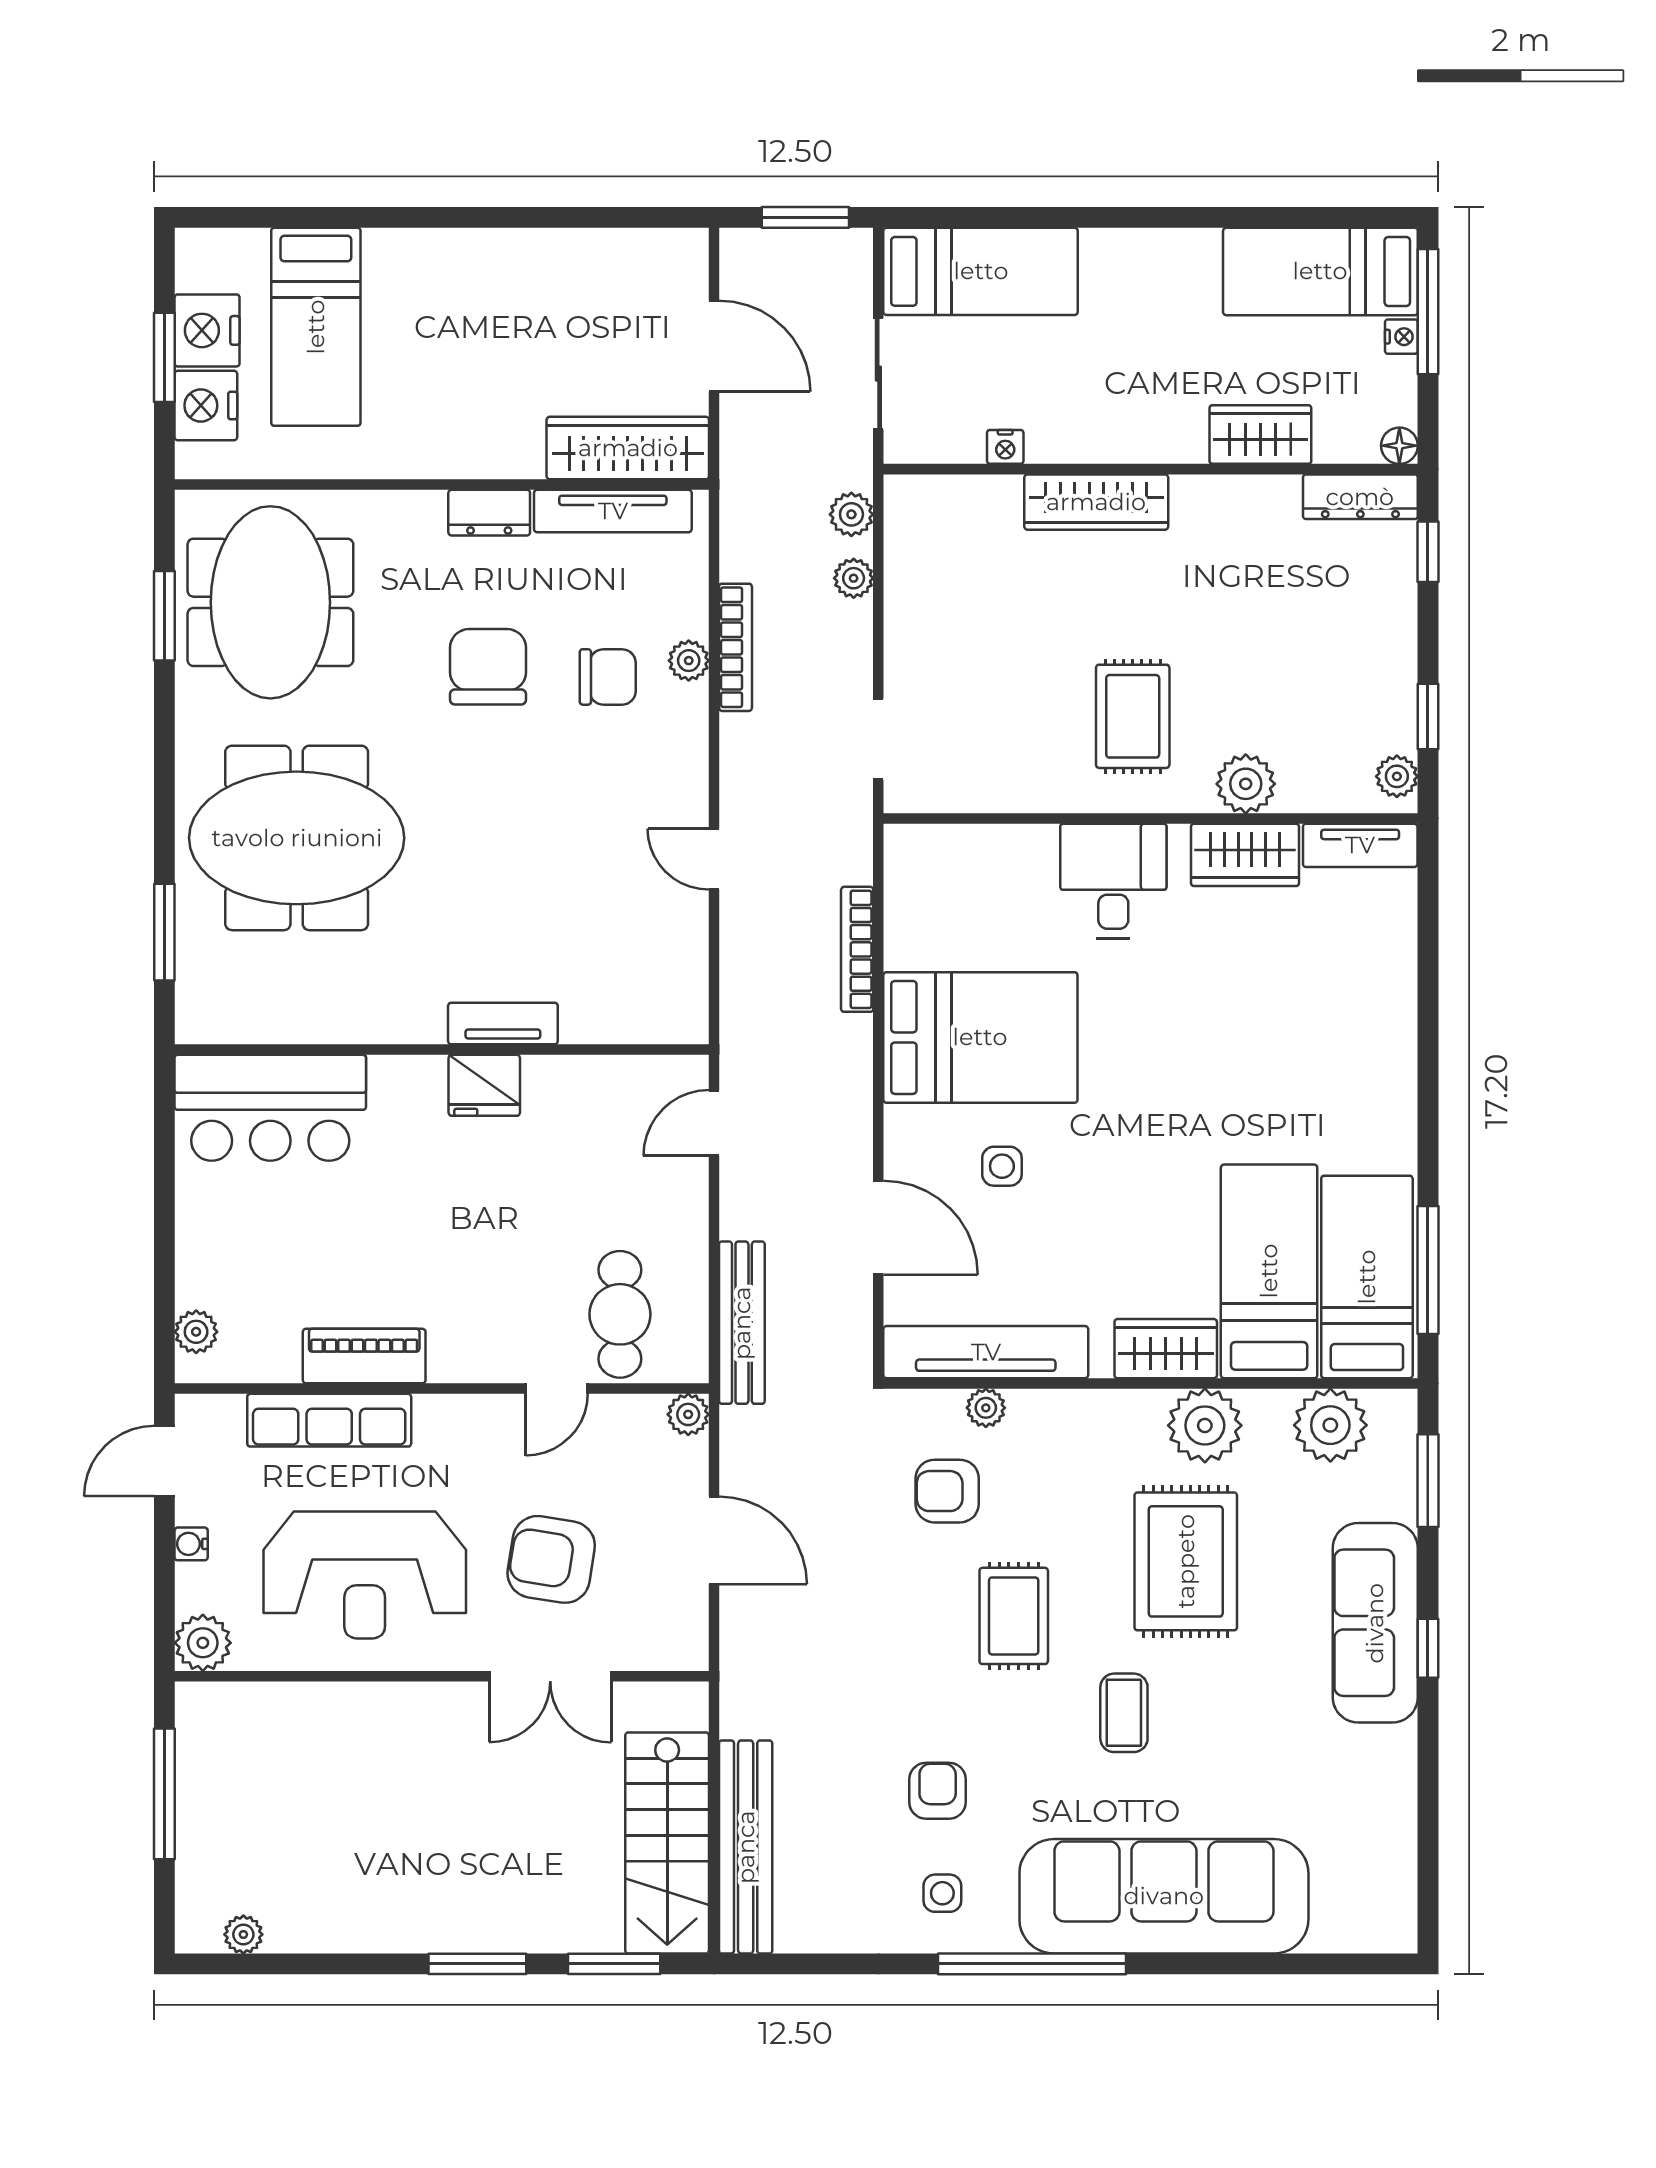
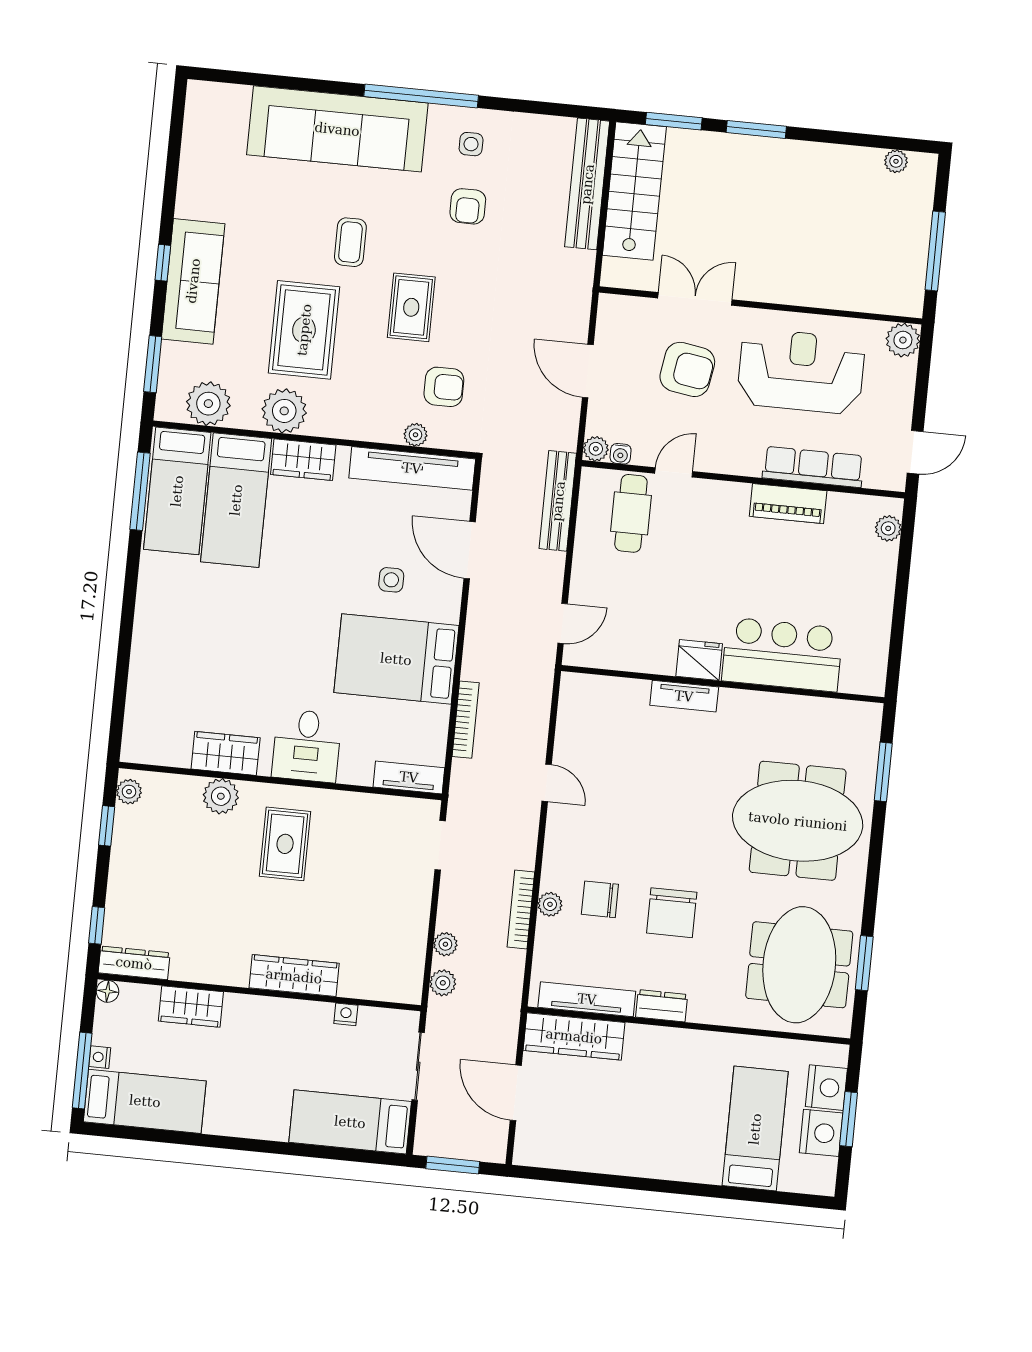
tv unit: (1360, 845) -> (409, 777), moved
bar counter: (270, 1108) -> (782, 655), moved
water cooler: (191, 1544) -> (621, 454), moved, turned 90

